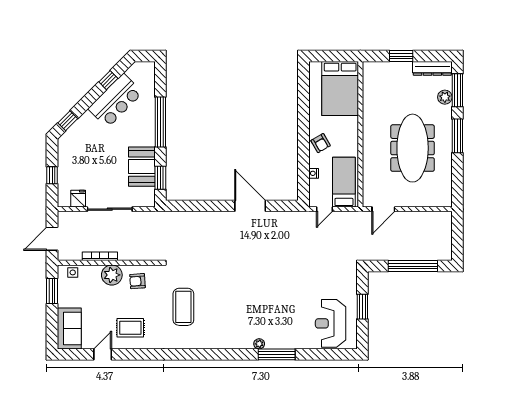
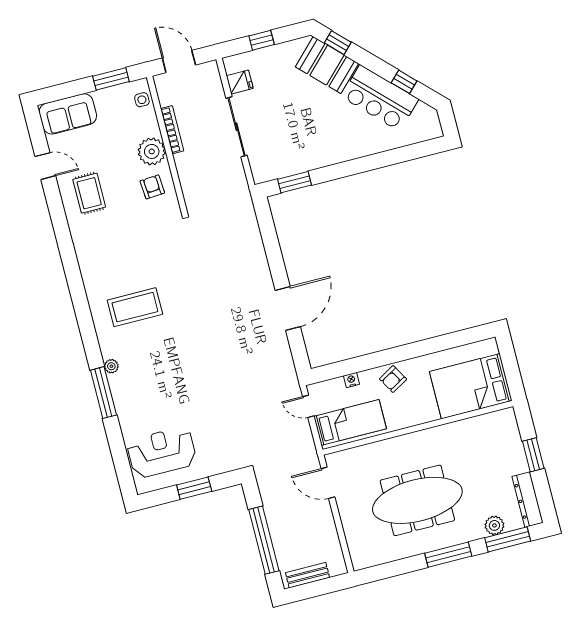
window: (160, 122) -> (367, 164), removed
booth: (142, 167) -> (327, 65), moved, turned 45
bench: (446, 241) -> (307, 575), added
coffee table: (183, 307) -> (135, 307), moved

